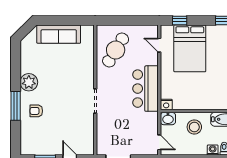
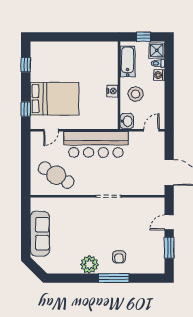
bar counter: (145, 89) -> (96, 144), width x1.36
nightstand: (166, 105) -> (112, 91), moved

